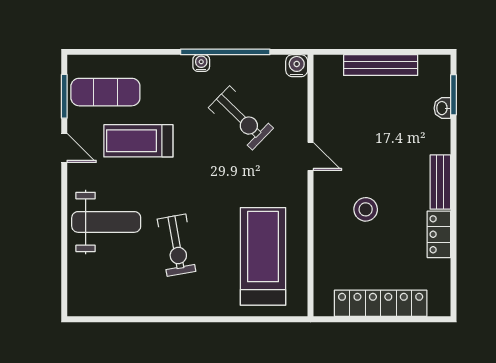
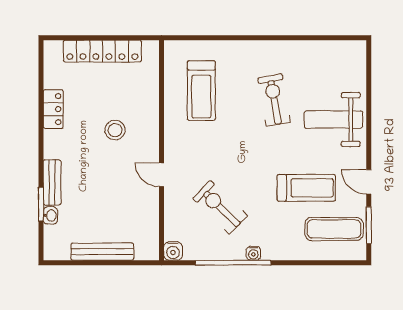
window: (454, 95) -> (41, 204), moved
bench: (440, 182) -> (52, 182), moved
treadmill: (263, 256) -> (201, 91), width x0.73, depth x0.73

